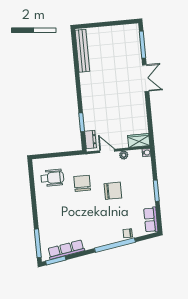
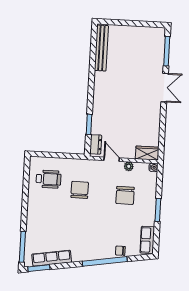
chair: (113, 191) -> (125, 195), moved, turned 90

